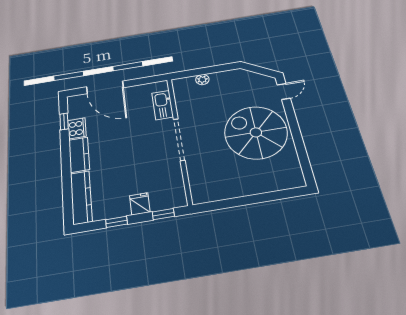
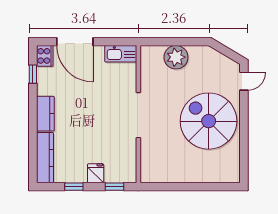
plant: (202, 80) -> (176, 57), width x1.87, depth x1.87
kitchen sink: (163, 105) -> (121, 54), moved, turned -90
cooker: (77, 128) -> (45, 56), moved

